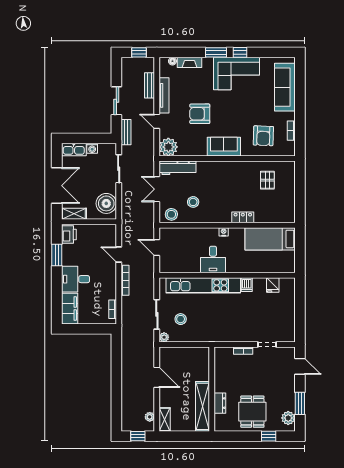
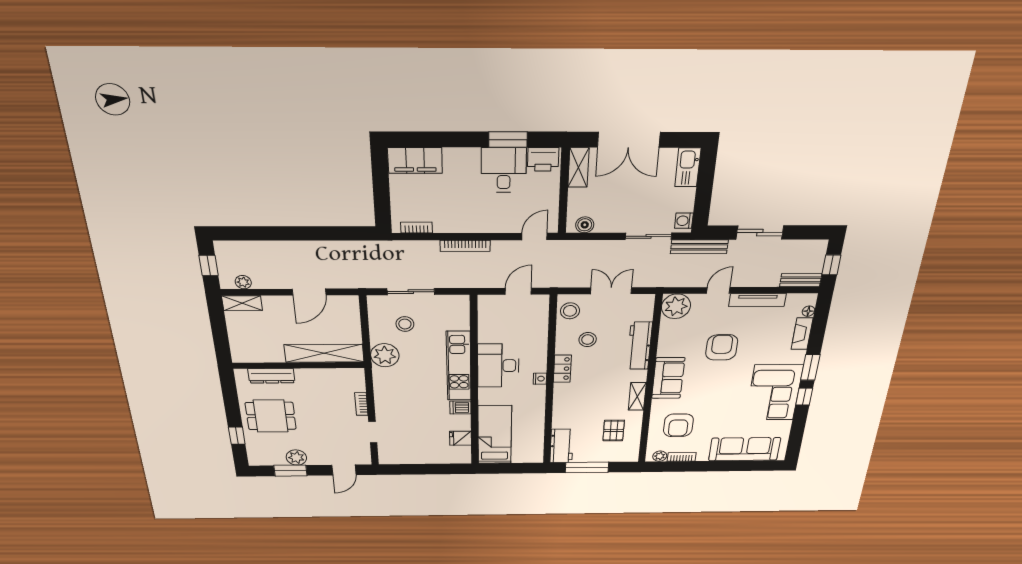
bench: (150, 85) -> (801, 280), moved
bench: (126, 132) -> (699, 247), width x1.36
armchair: (263, 136) -> (678, 425), turned -92
plant: (290, 146) -> (660, 456), added
washing machine: (92, 148) -> (684, 221), moved
shelving: (239, 166) -> (637, 396), added
workbench: (178, 168) -> (640, 346), moved
pallet: (267, 180) -> (614, 431), turned 90
window: (300, 197) -> (587, 467), added
boiler: (106, 203) -> (585, 225), width x0.54, depth x0.54
workbench: (280, 215) -> (562, 446), added
locker: (243, 217) -> (562, 369), moved
bed: (270, 239) -> (495, 435), moved
door: (119, 254) -> (534, 237), moved
desk: (213, 260) -> (498, 366), width x1.37
desk: (75, 279) -> (504, 170), moved
kitchen unit: (203, 285) -> (459, 366), width x0.73
plant: (164, 337) -> (385, 355), moved, width x1.88, depth x1.88
dresser: (220, 403) -> (271, 376), width x1.44
shelving: (202, 406) -> (324, 353), moved
plant: (288, 418) -> (296, 458), moved

